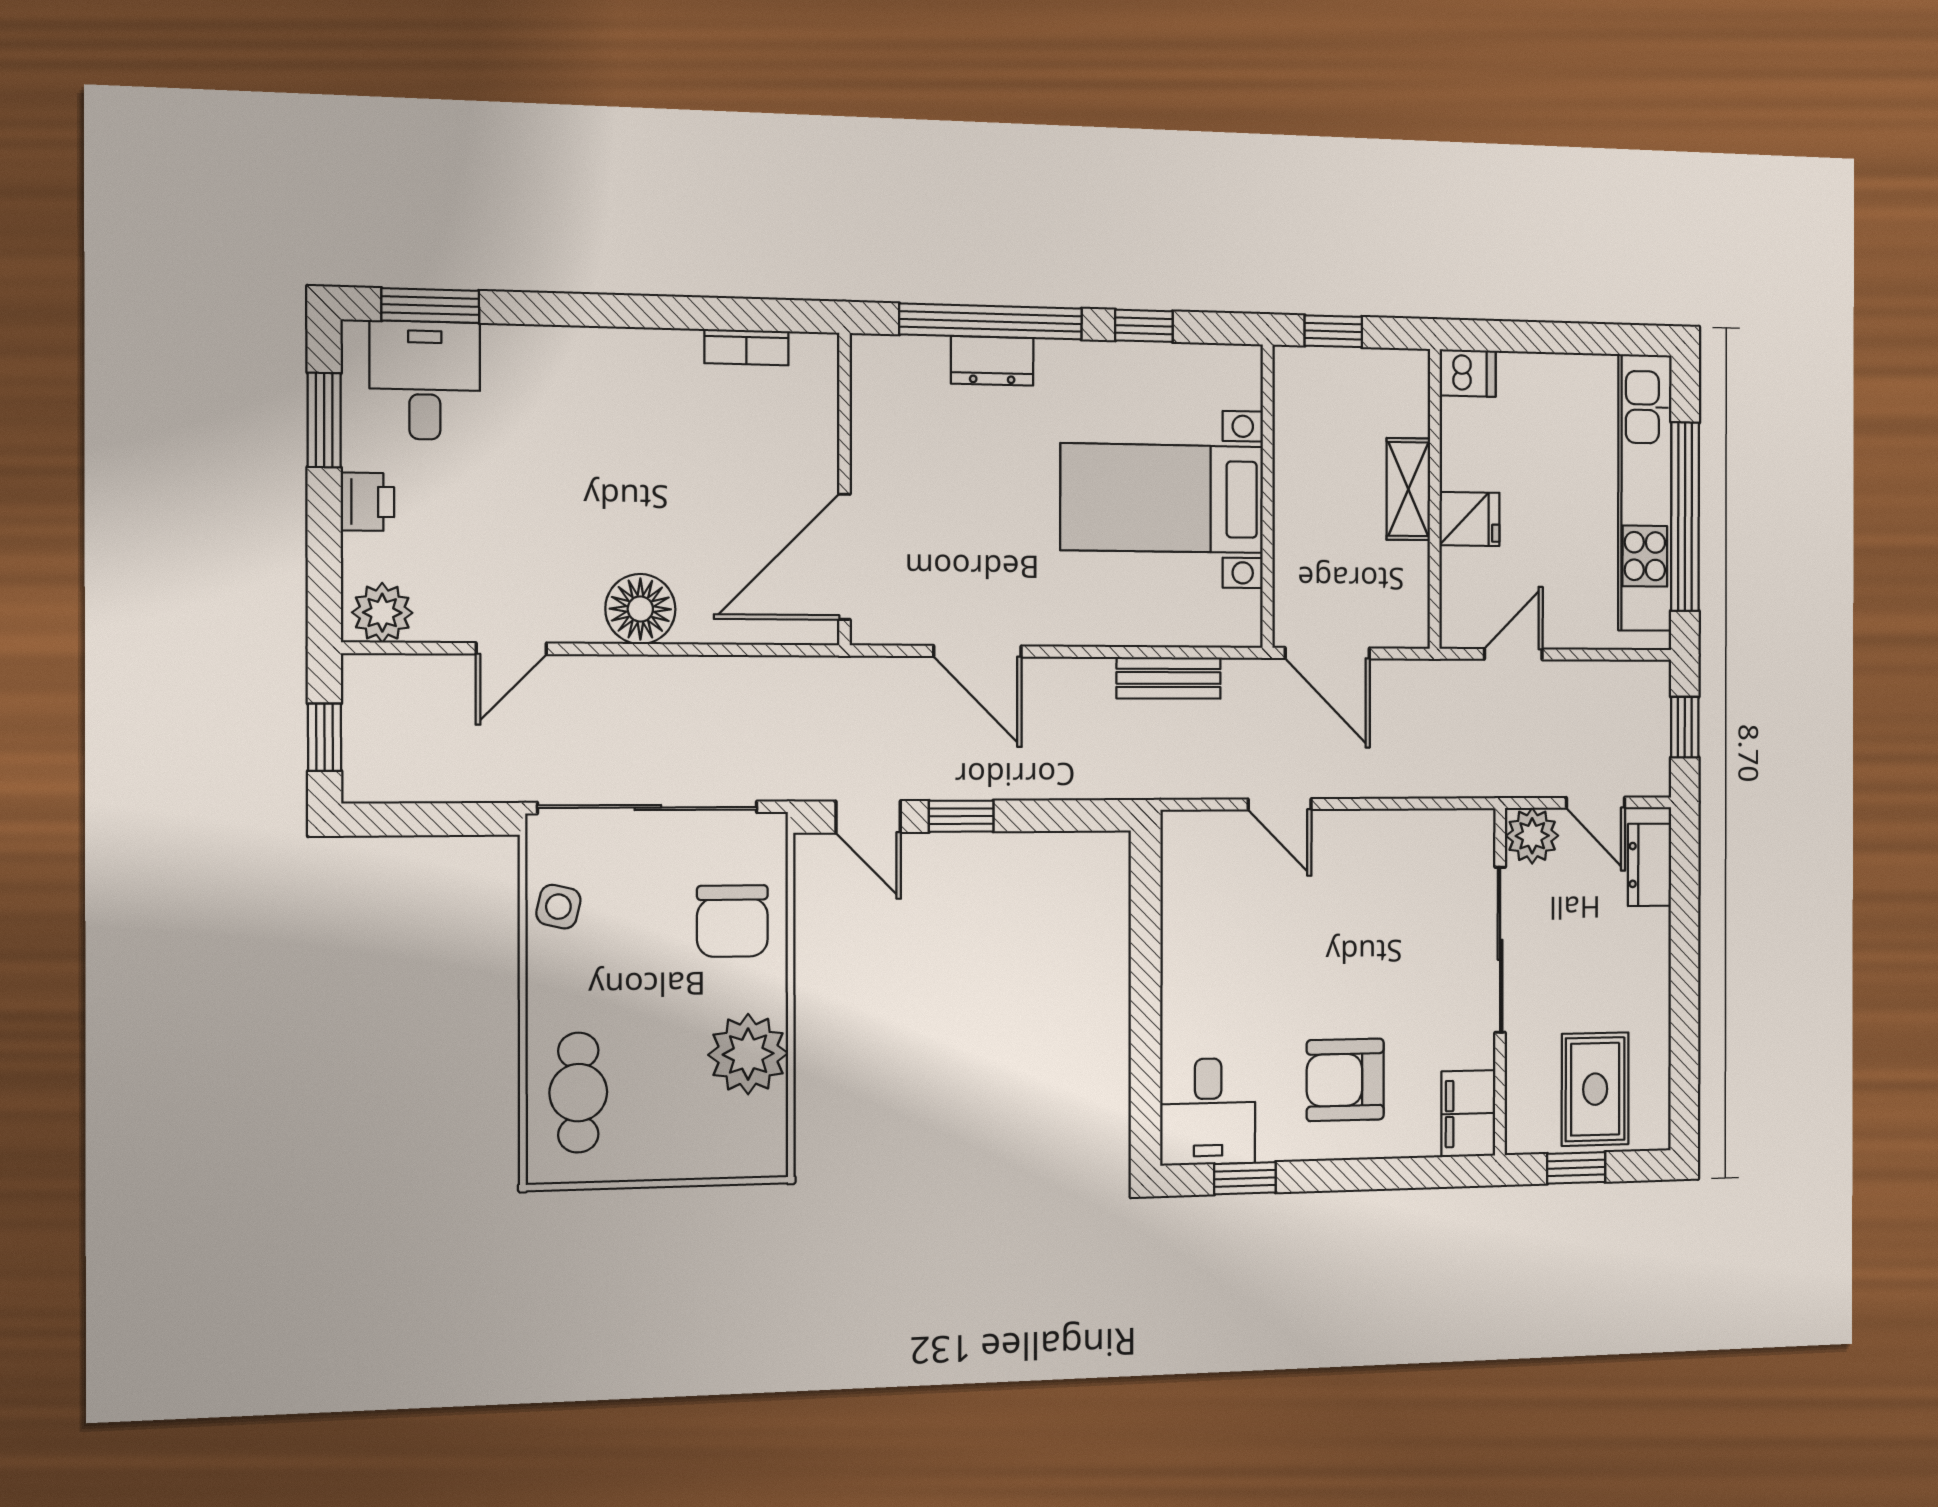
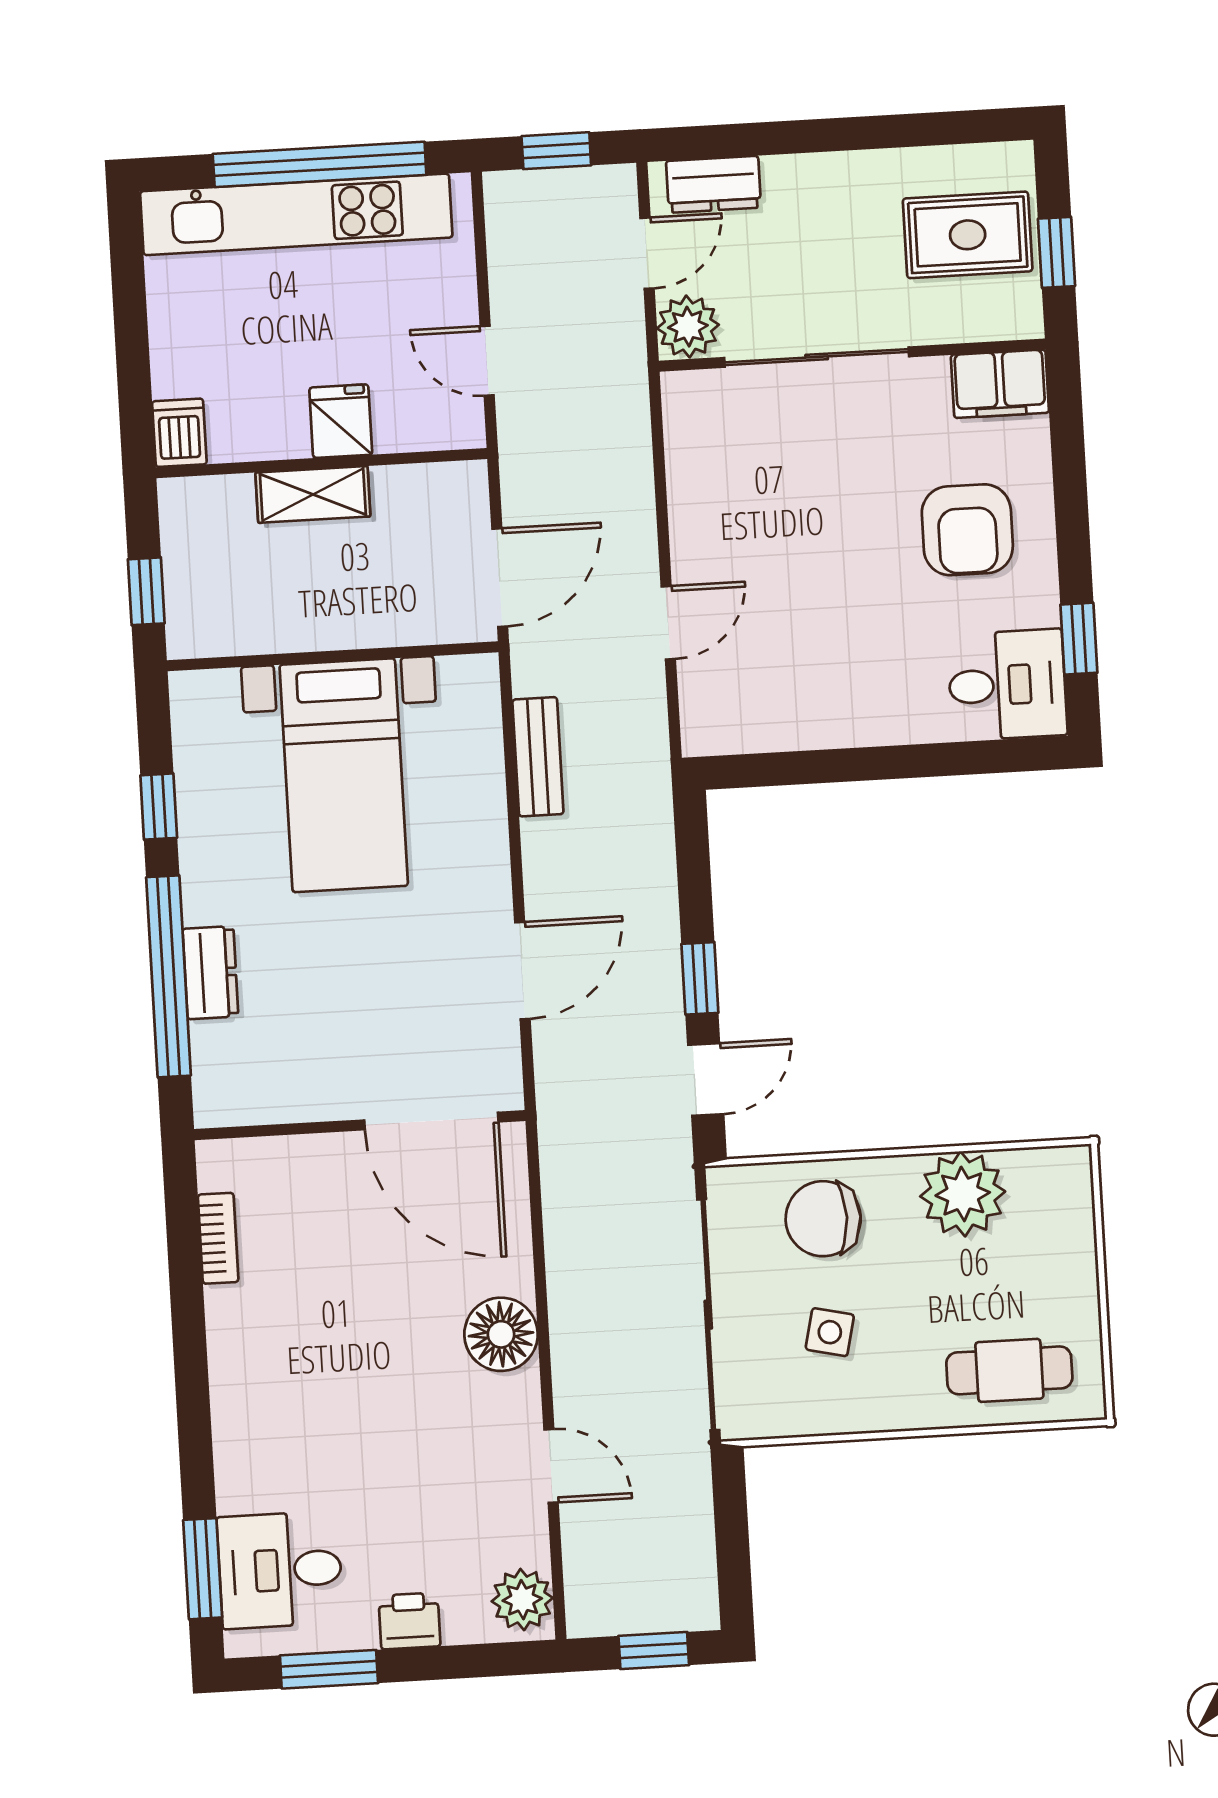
side table: (558, 907) -> (830, 1332), moved
chair: (732, 921) -> (823, 1219), turned 180

